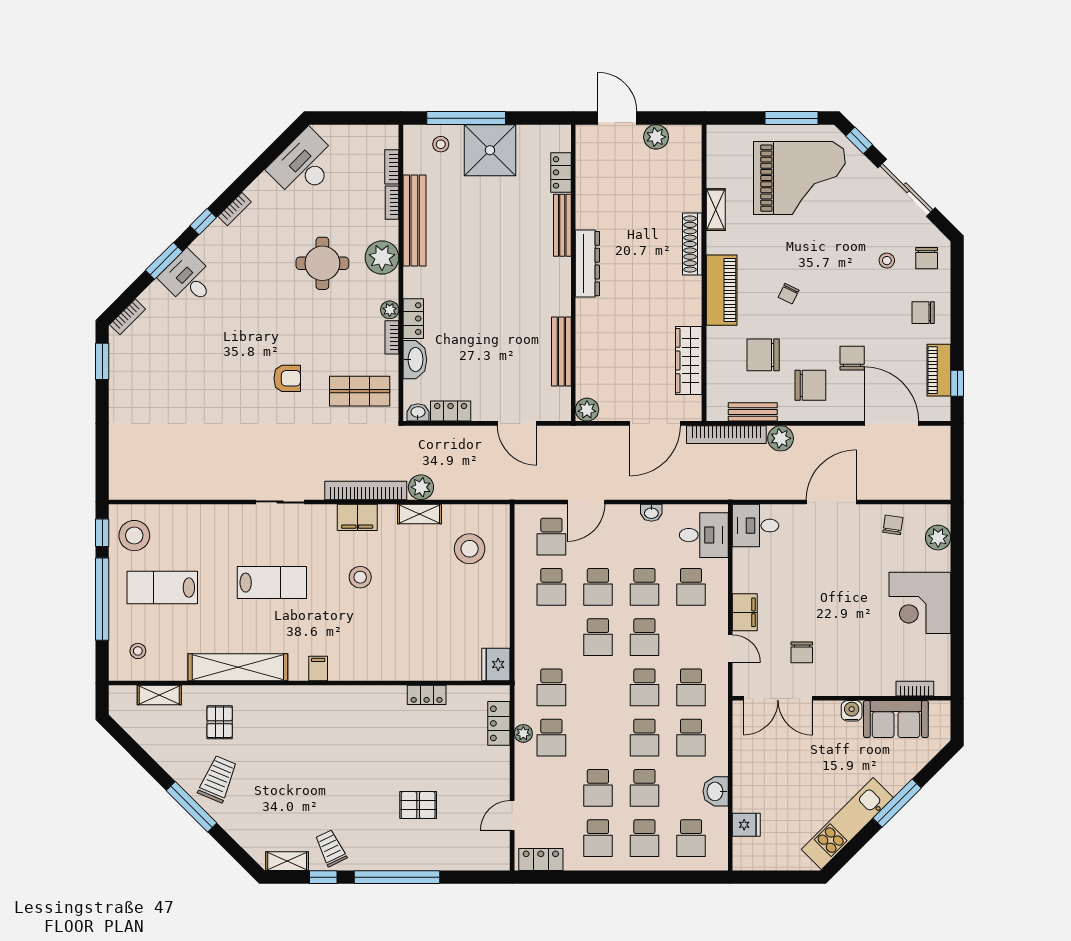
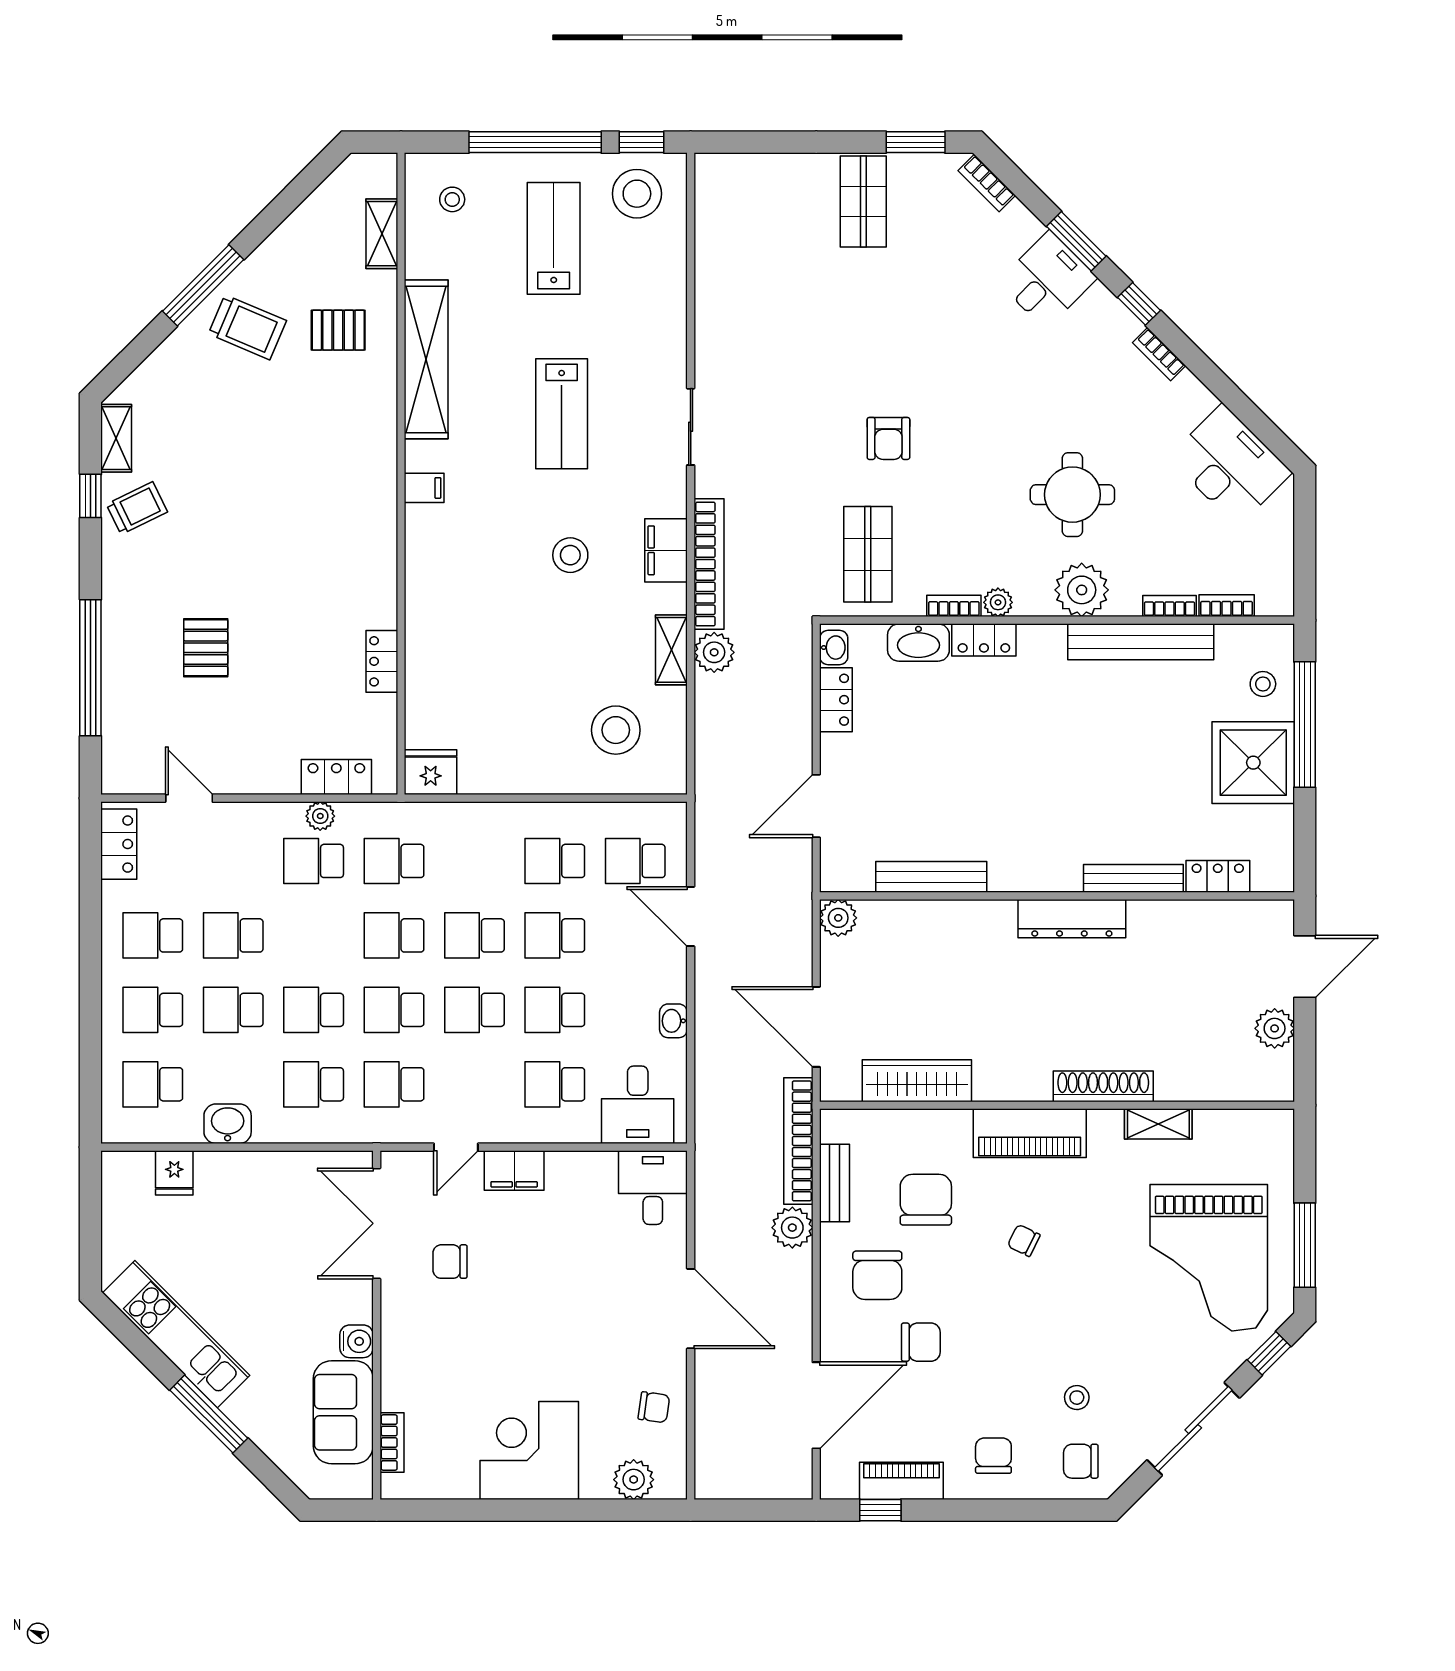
shop shelf: (139, 394) -> (863, 202), added
school desk: (598, 687) -> (394, 935), added
window: (397, 877) -> (90, 668), moved

